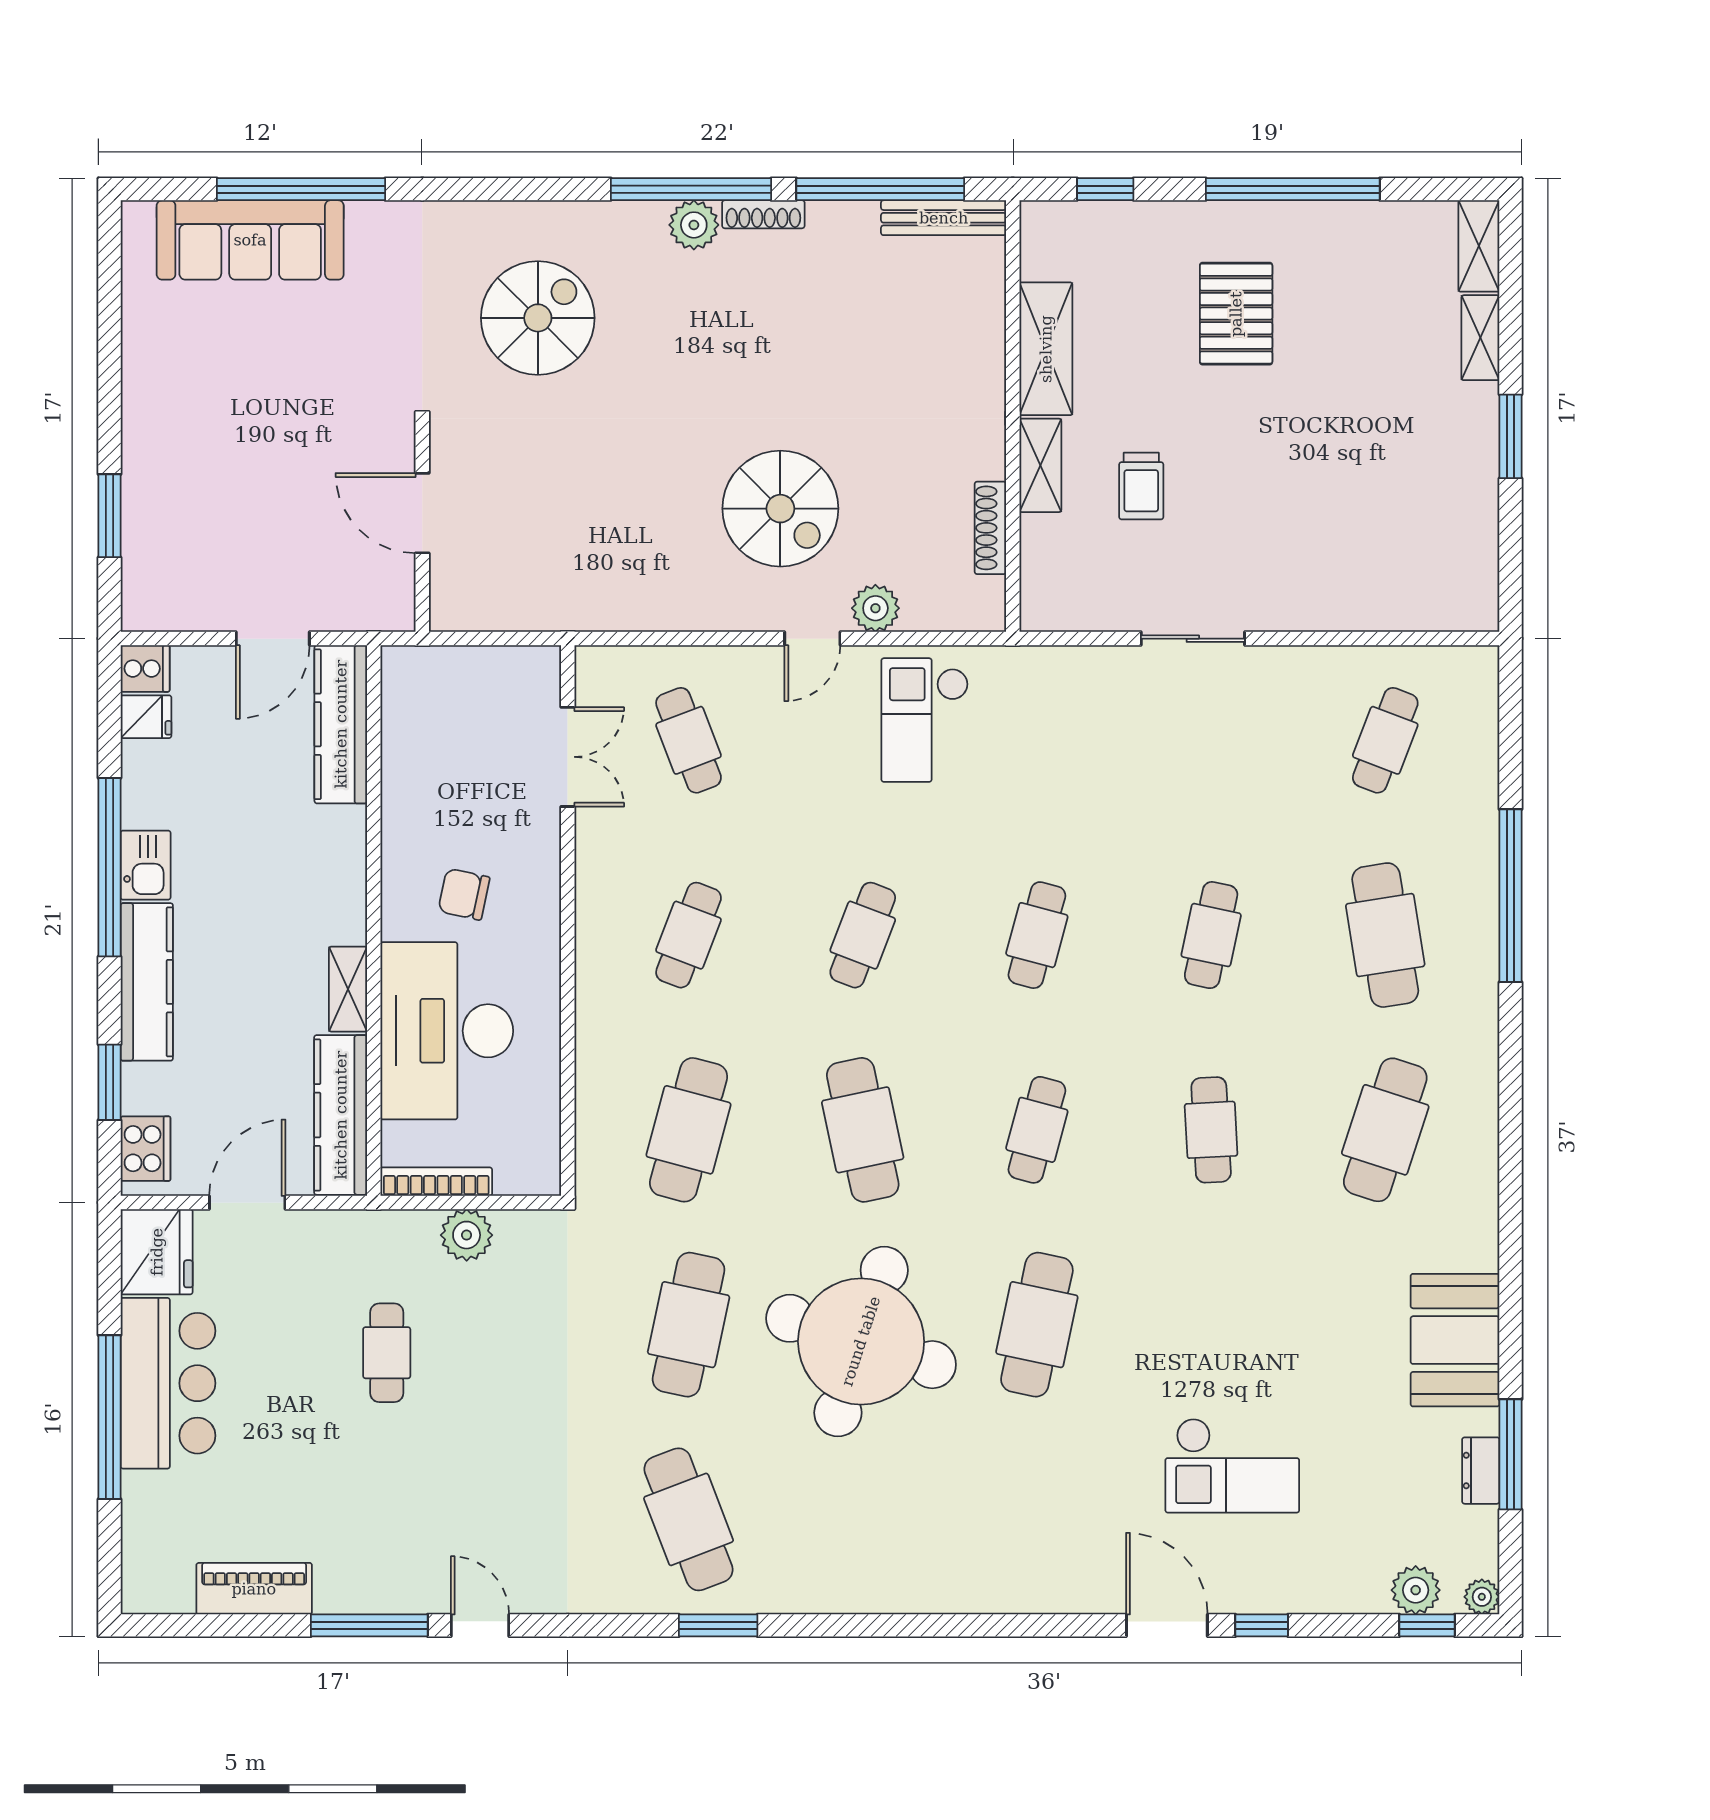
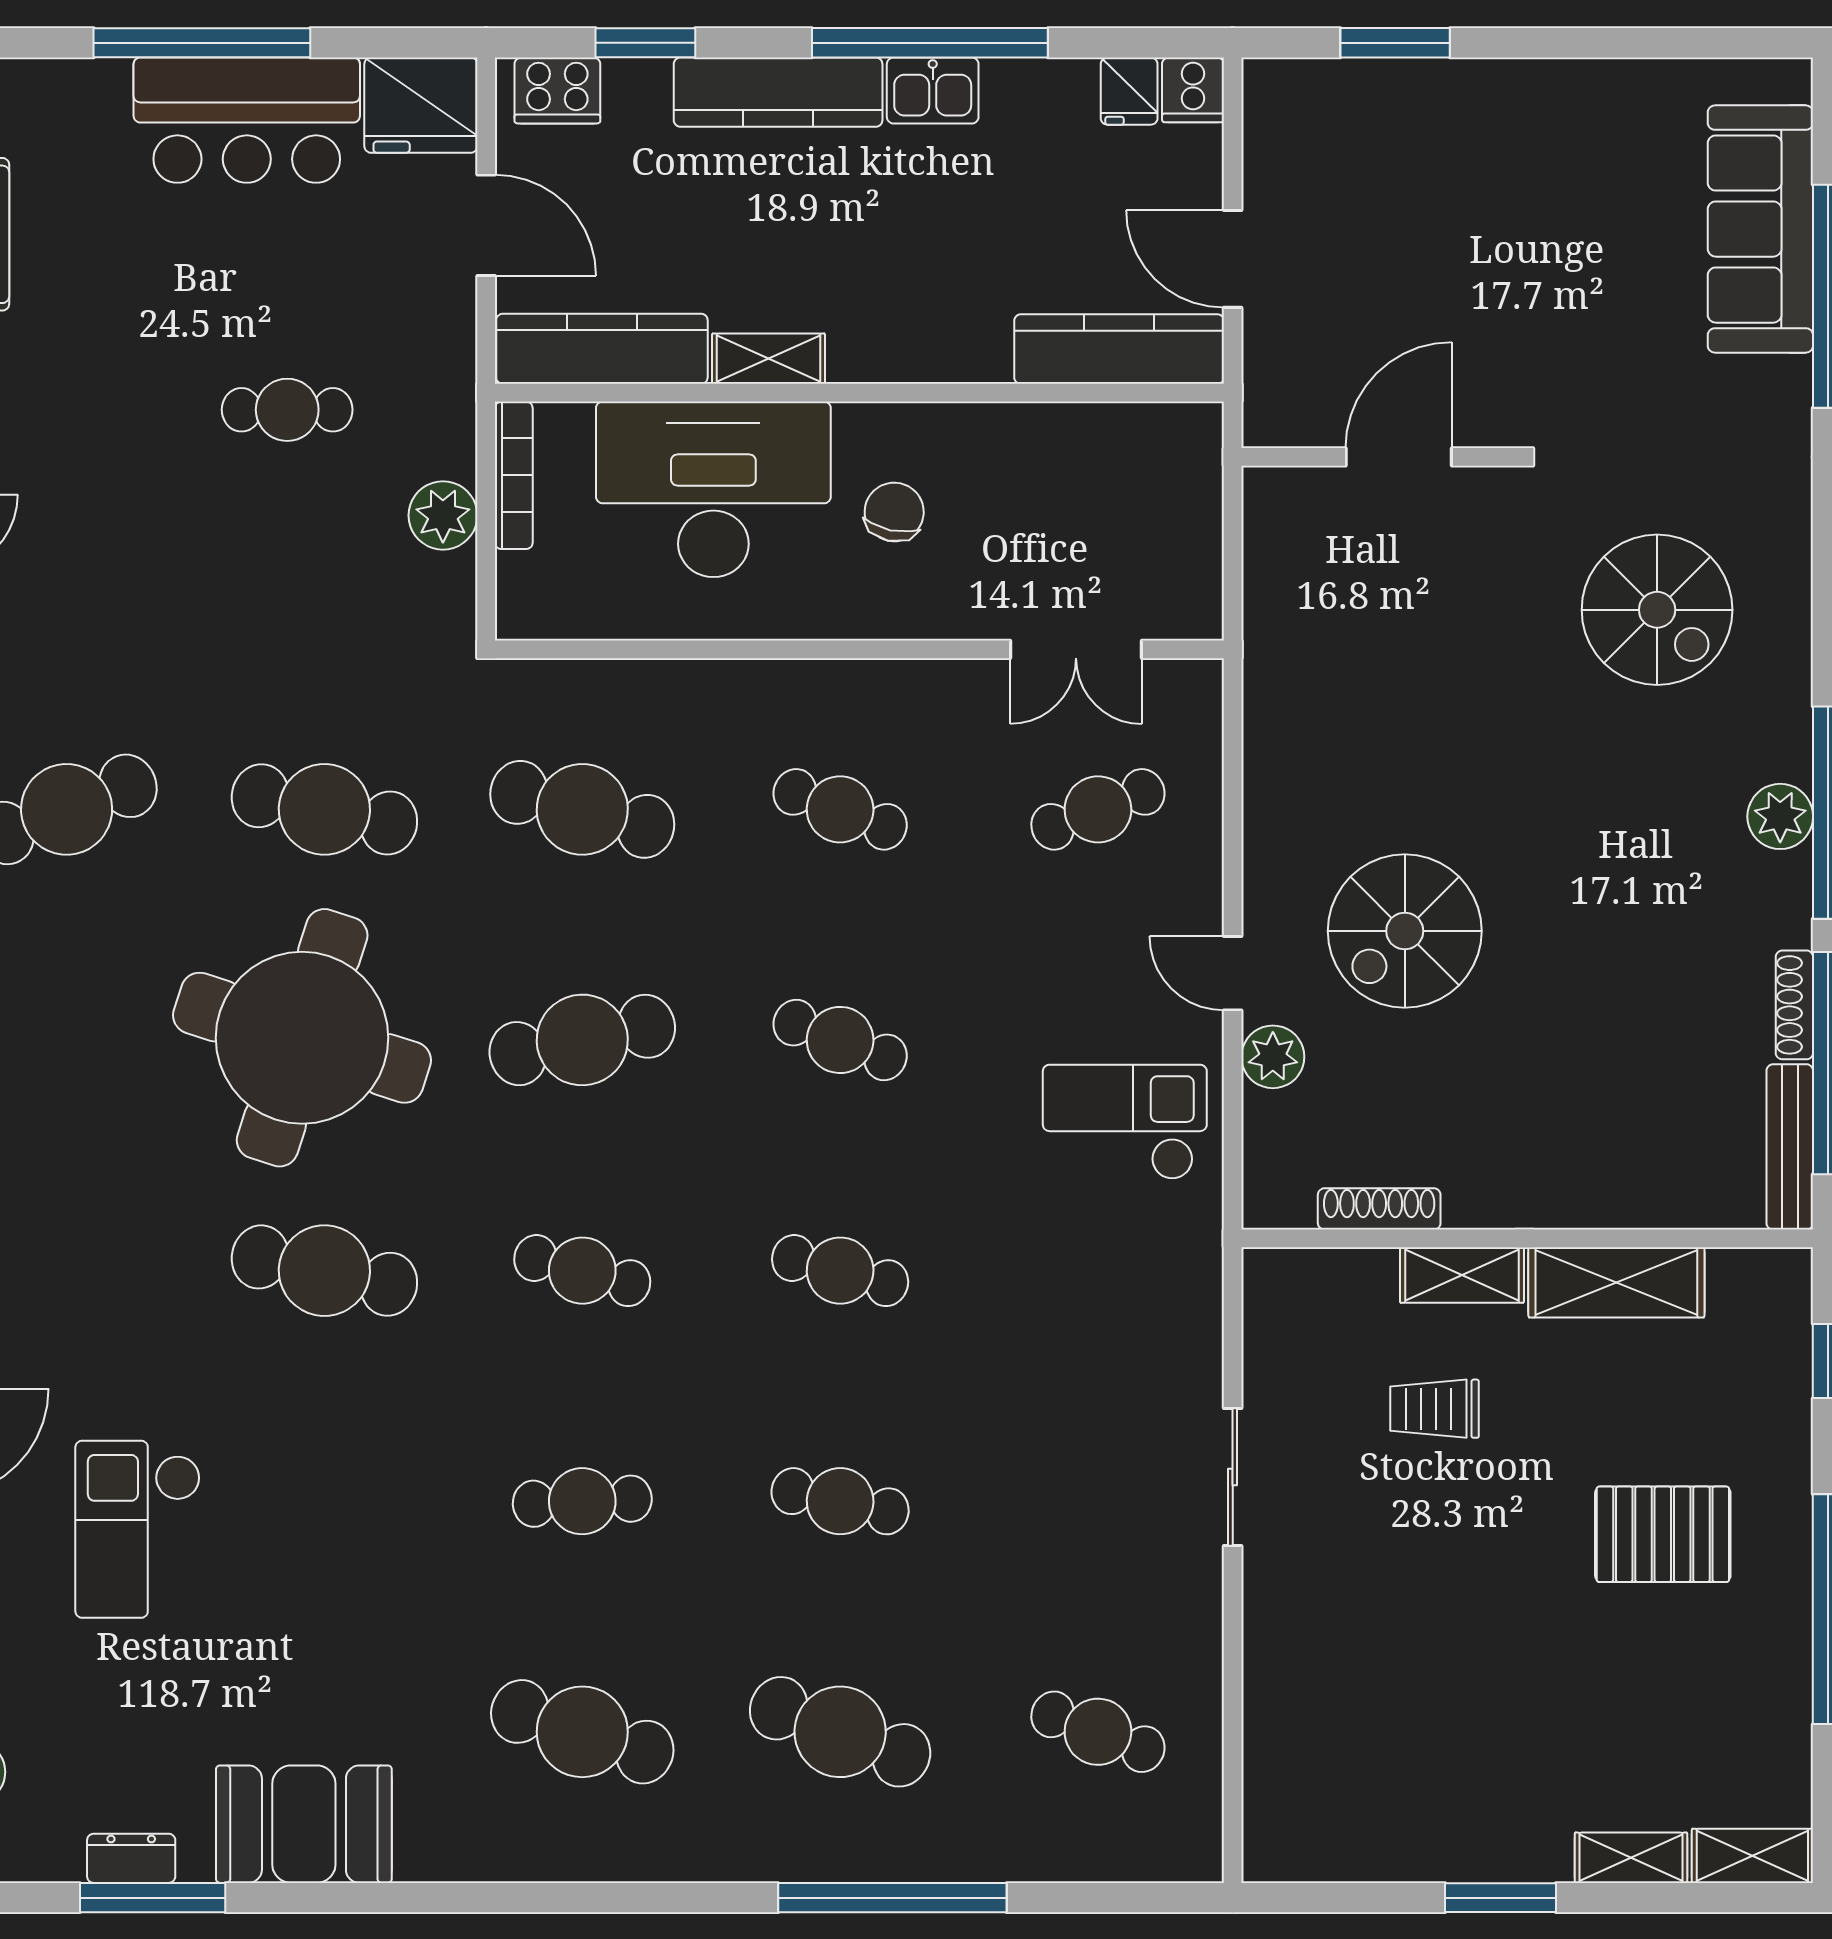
shoe rack: (763, 214) -> (1794, 1005), moved
cafe table: (1385, 935) -> (840, 1732), turned 30

